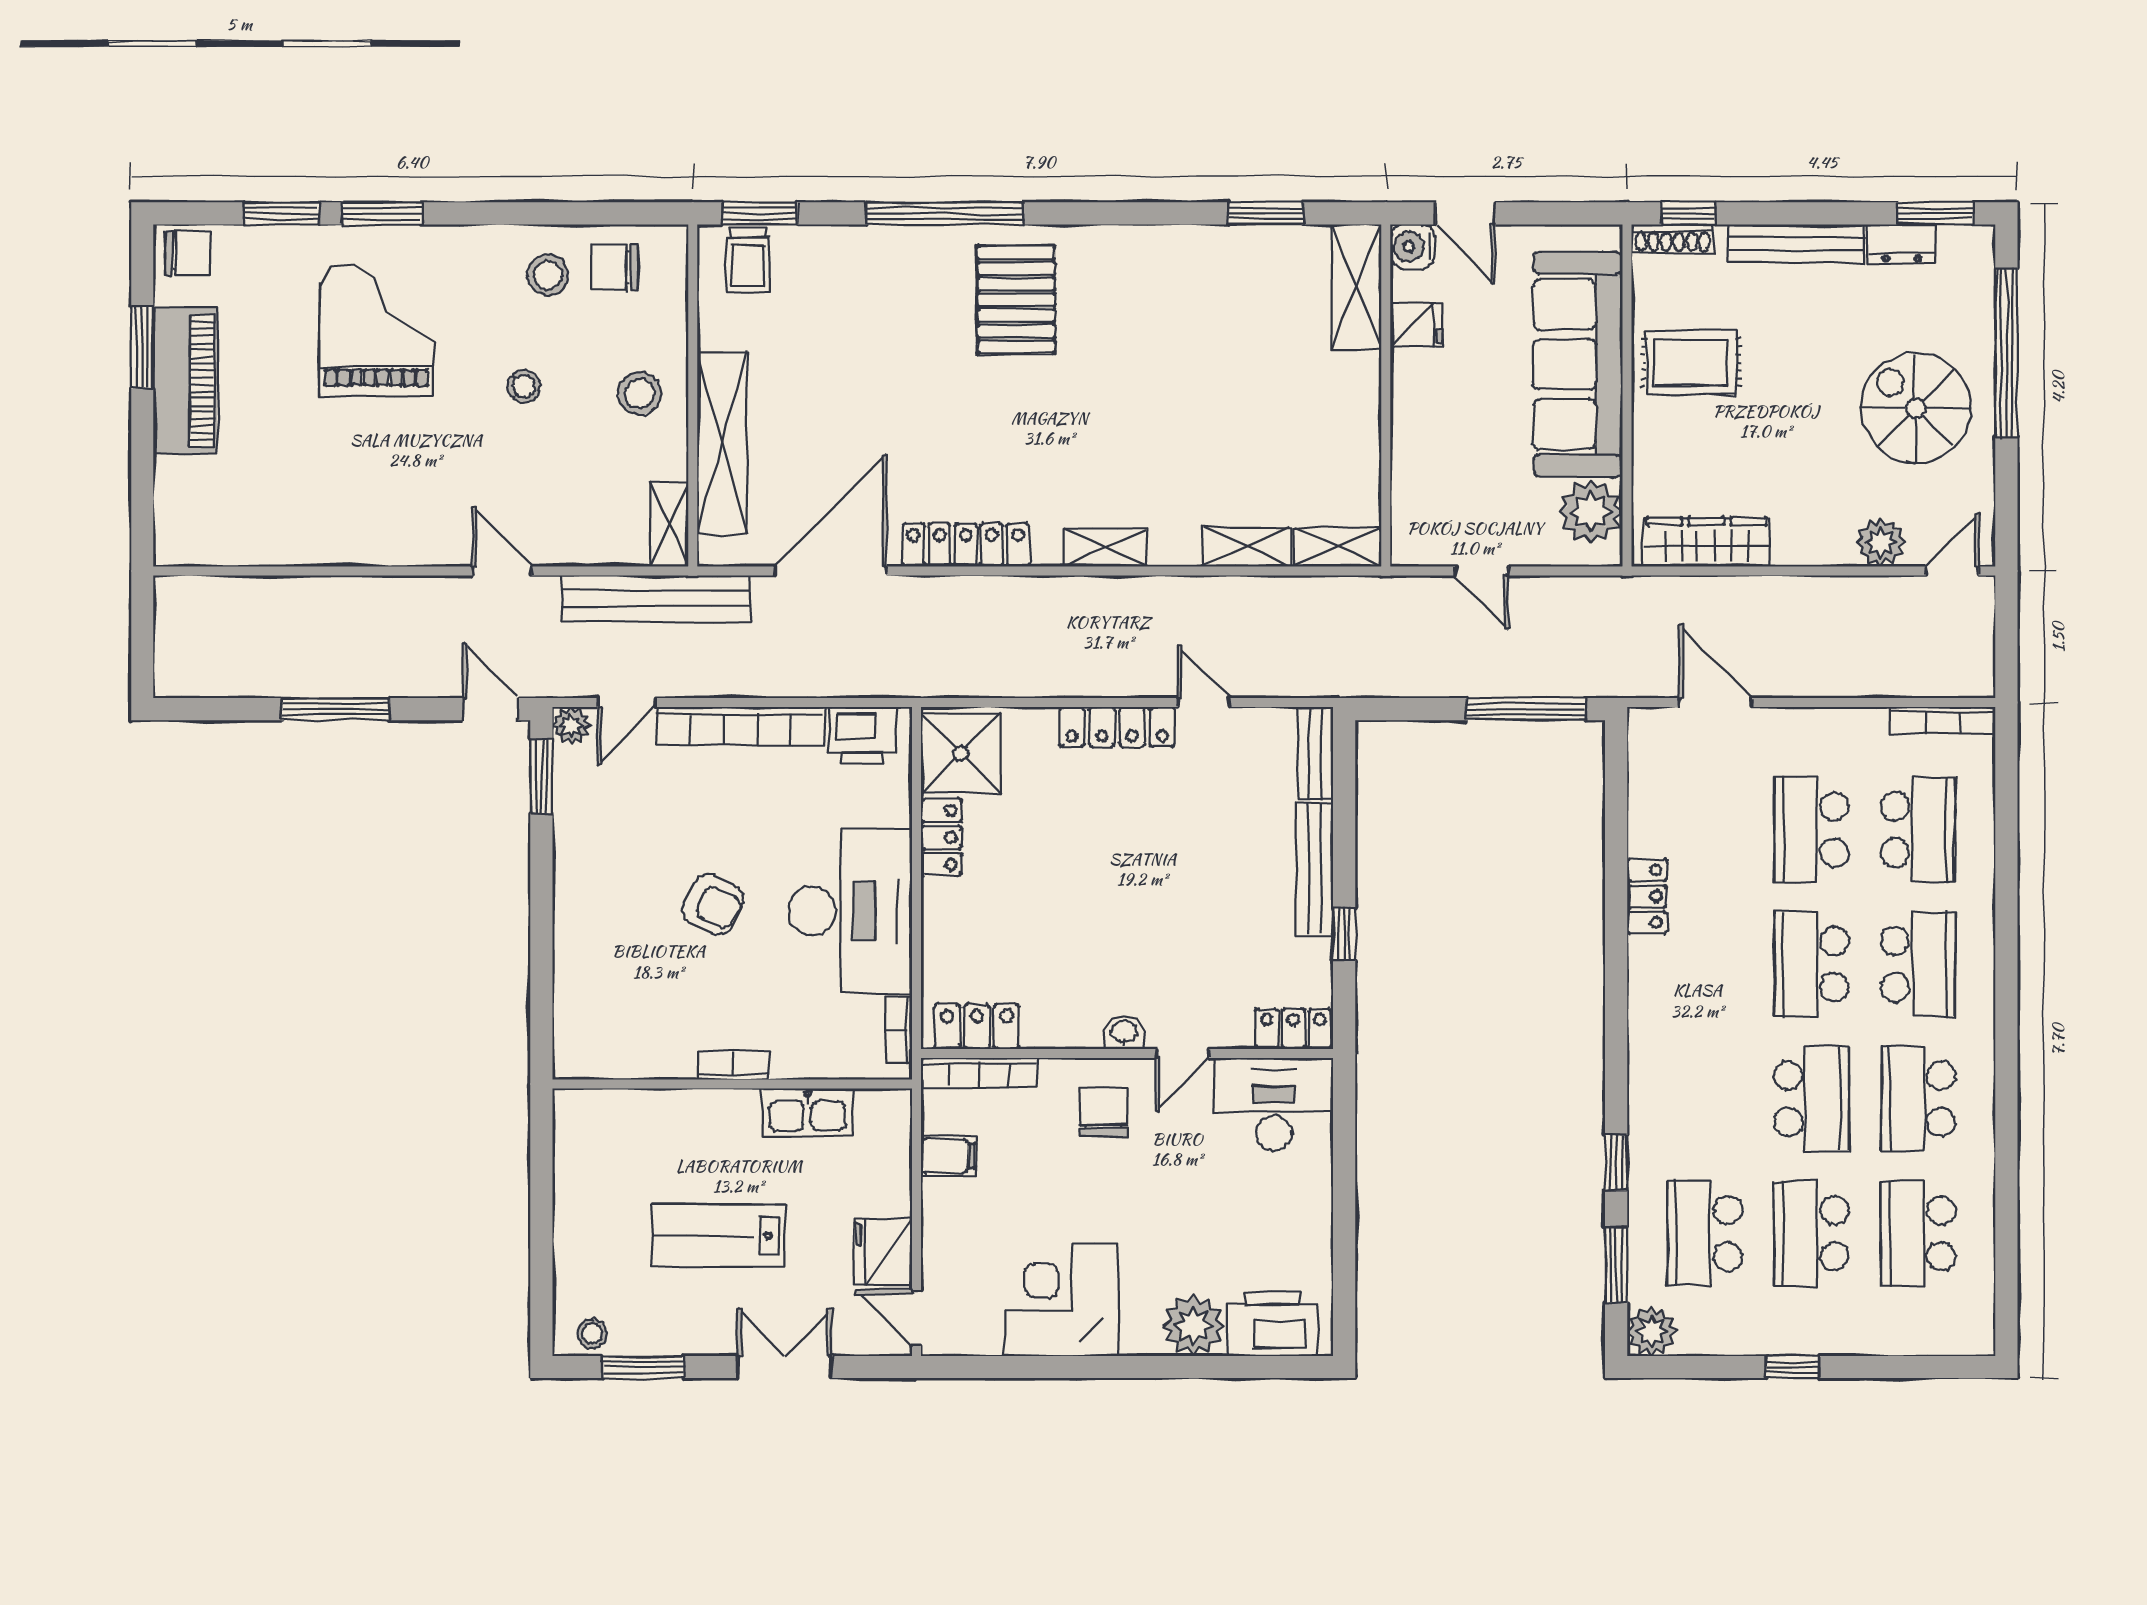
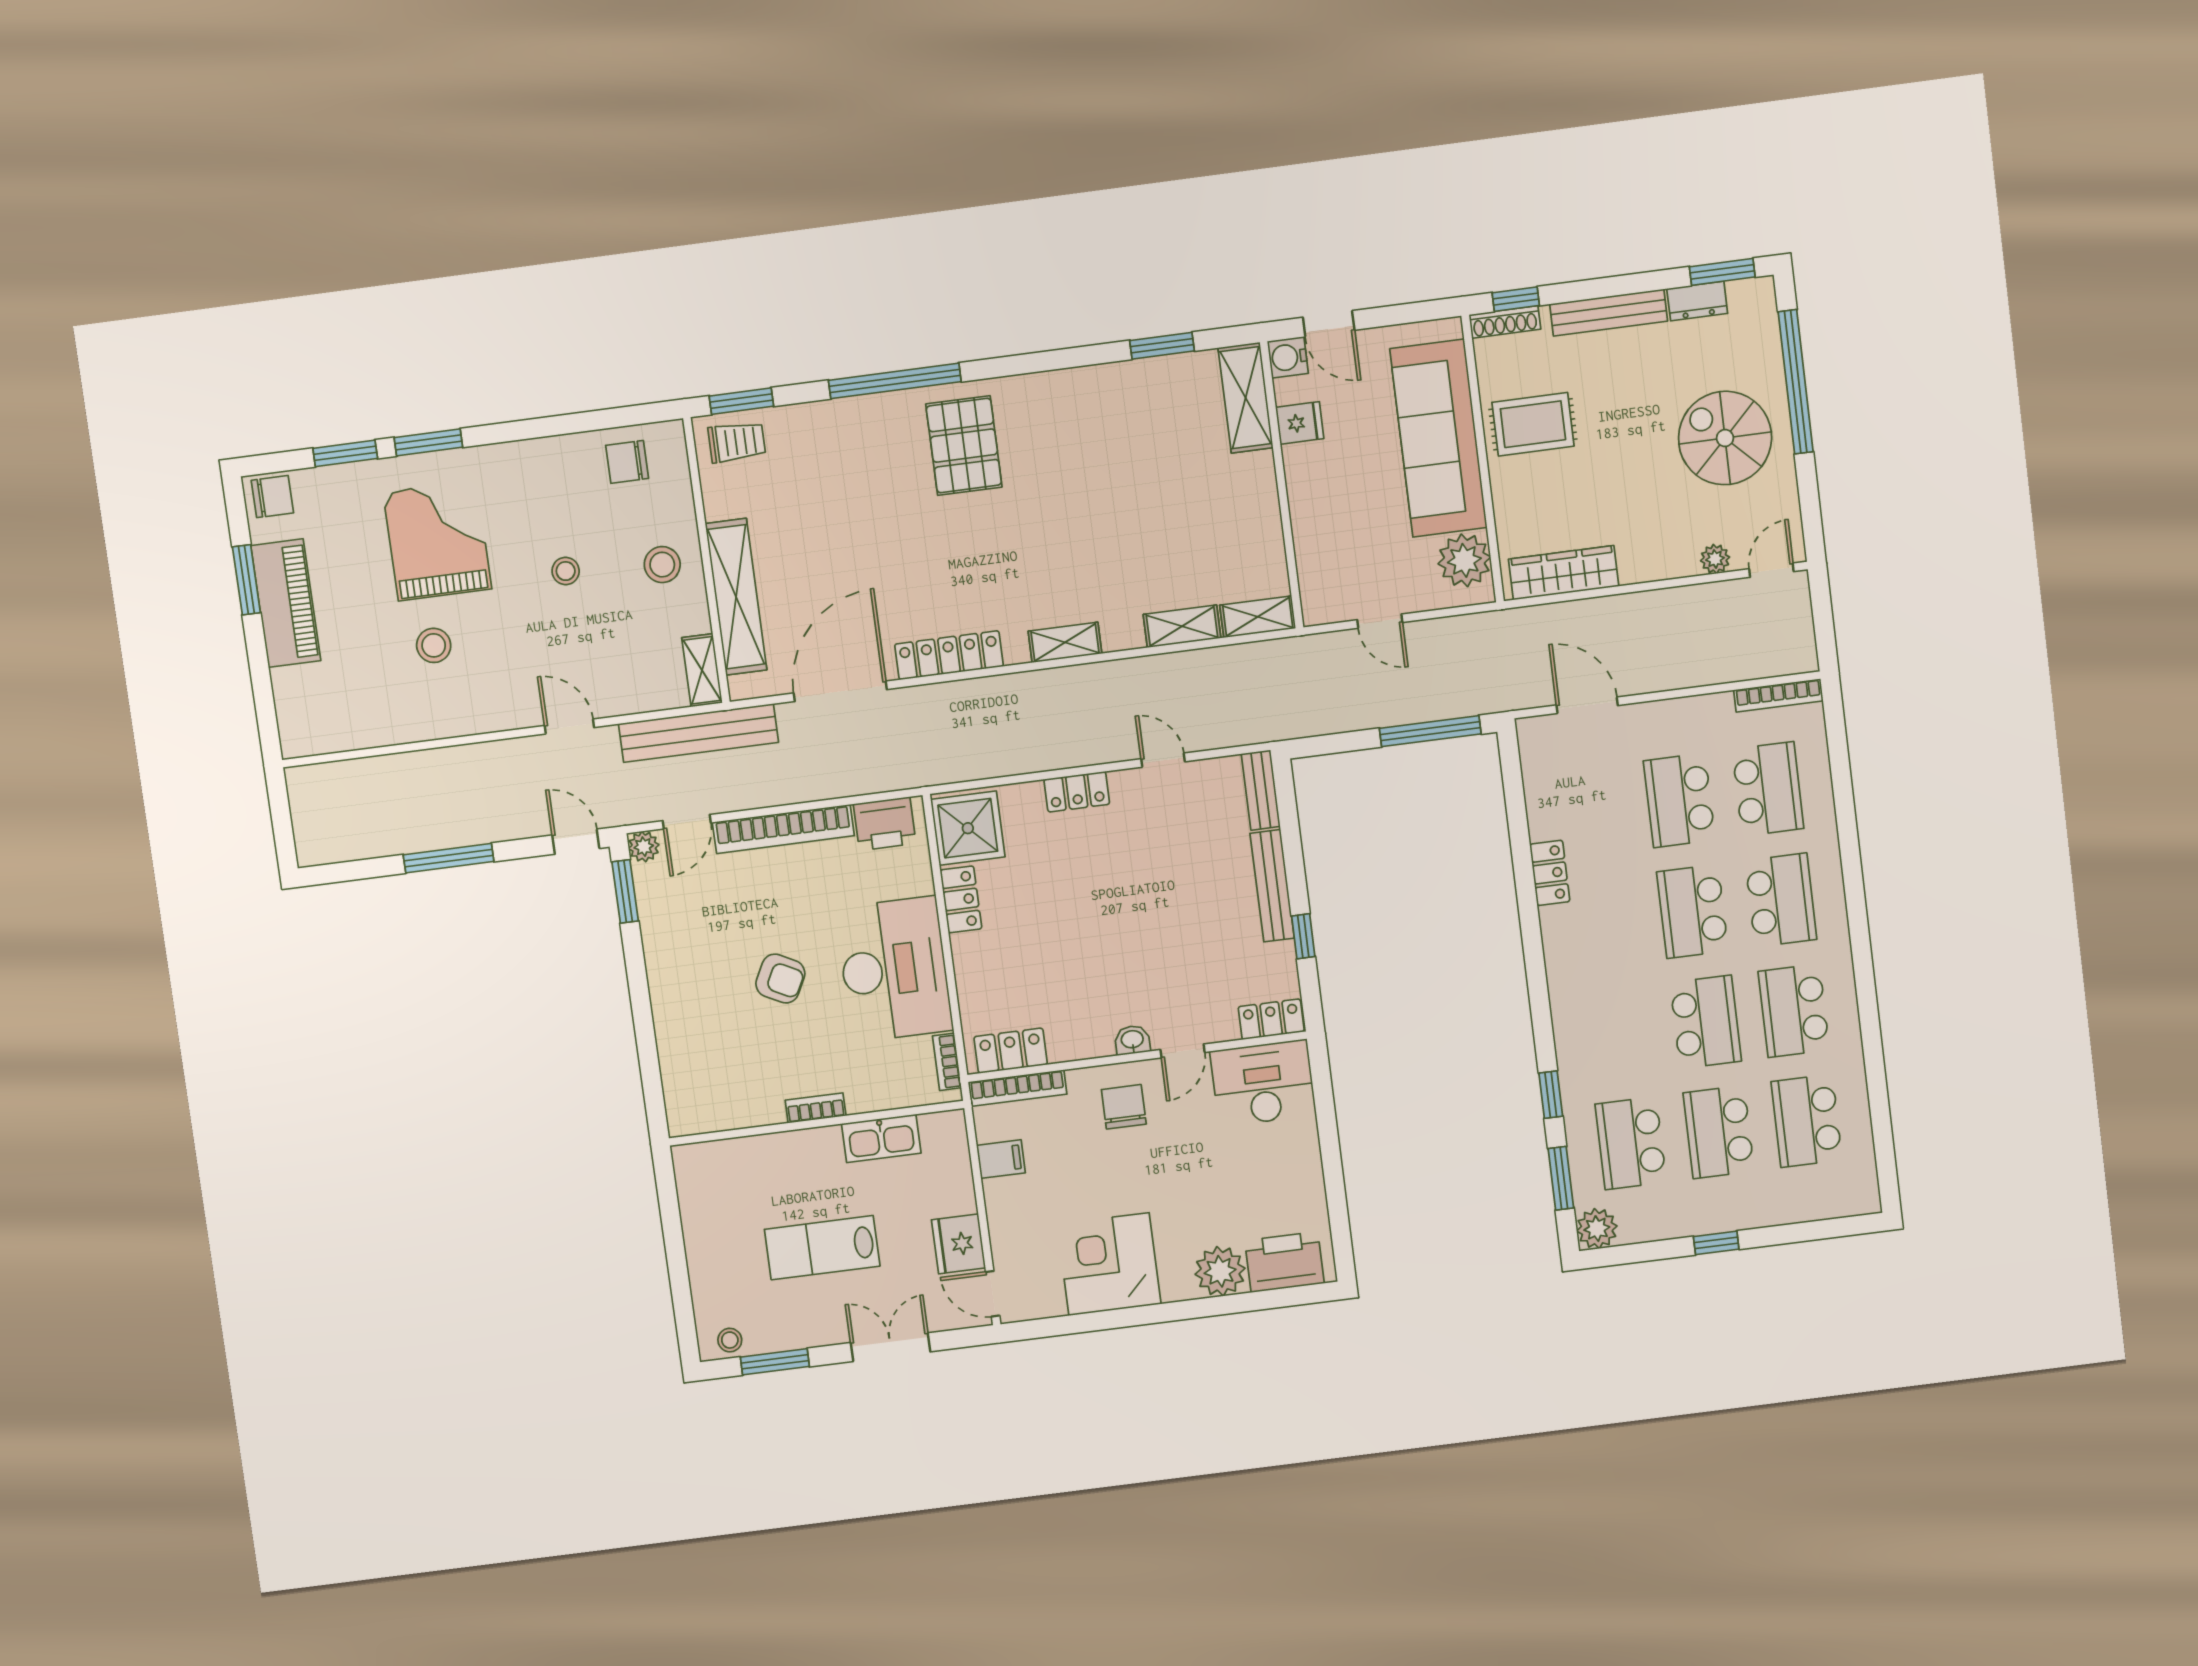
trolley: (748, 261) -> (737, 442), turned -90
stool: (548, 275) -> (434, 645), moved
plant: (1881, 542) -> (1715, 559), width x0.73, depth x0.73
locker: (1117, 727) -> (1077, 792), width x0.66

